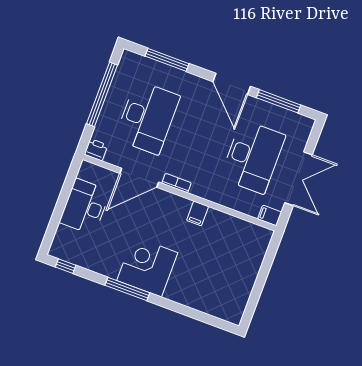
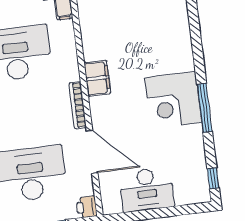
bookcase: (176, 183) -> (78, 105), width x1.56
filing cabinet: (198, 213) -> (97, 78), width x2.00

